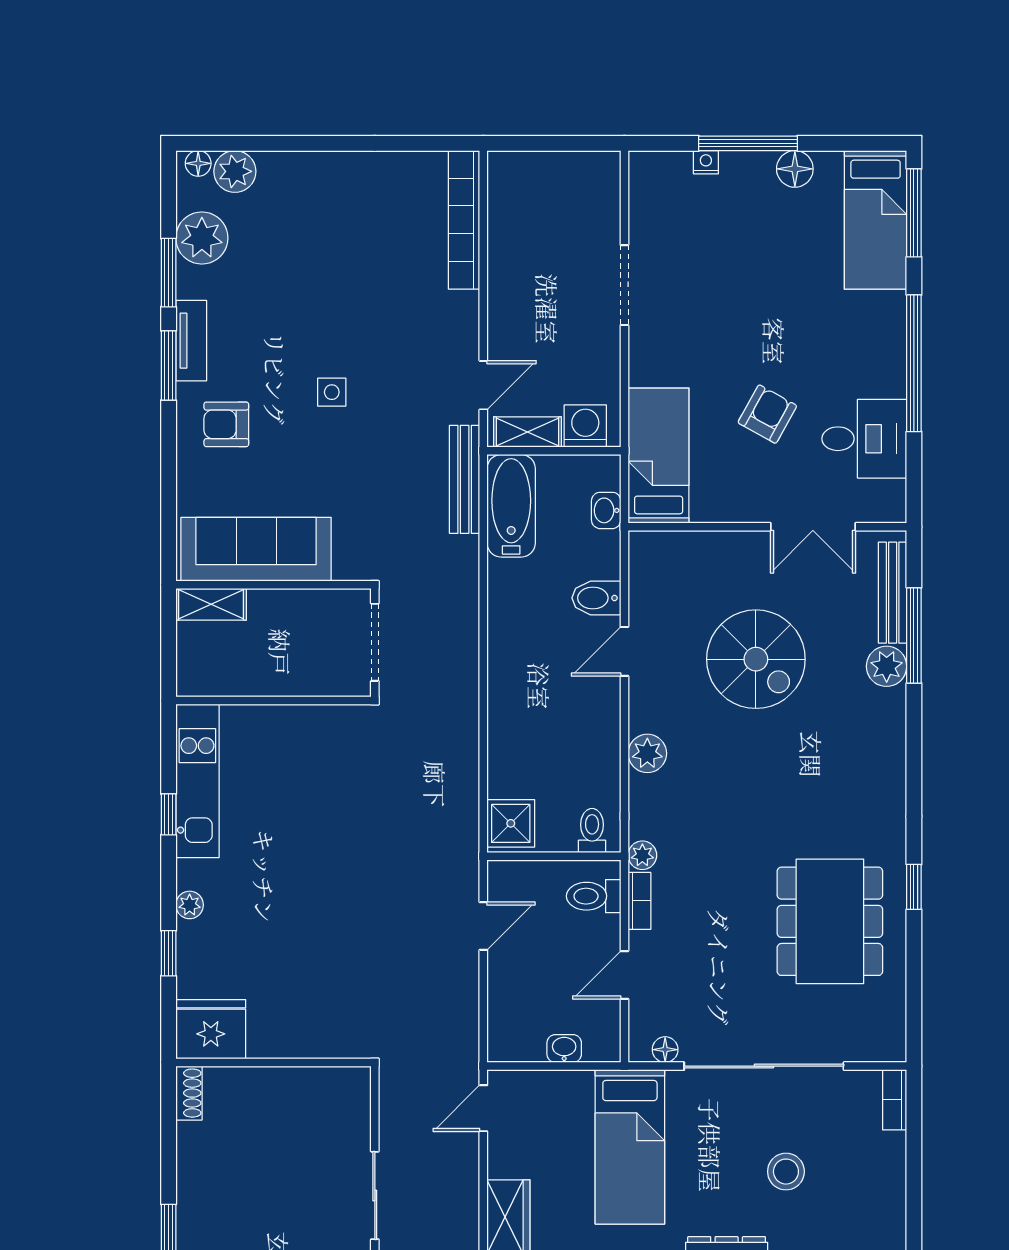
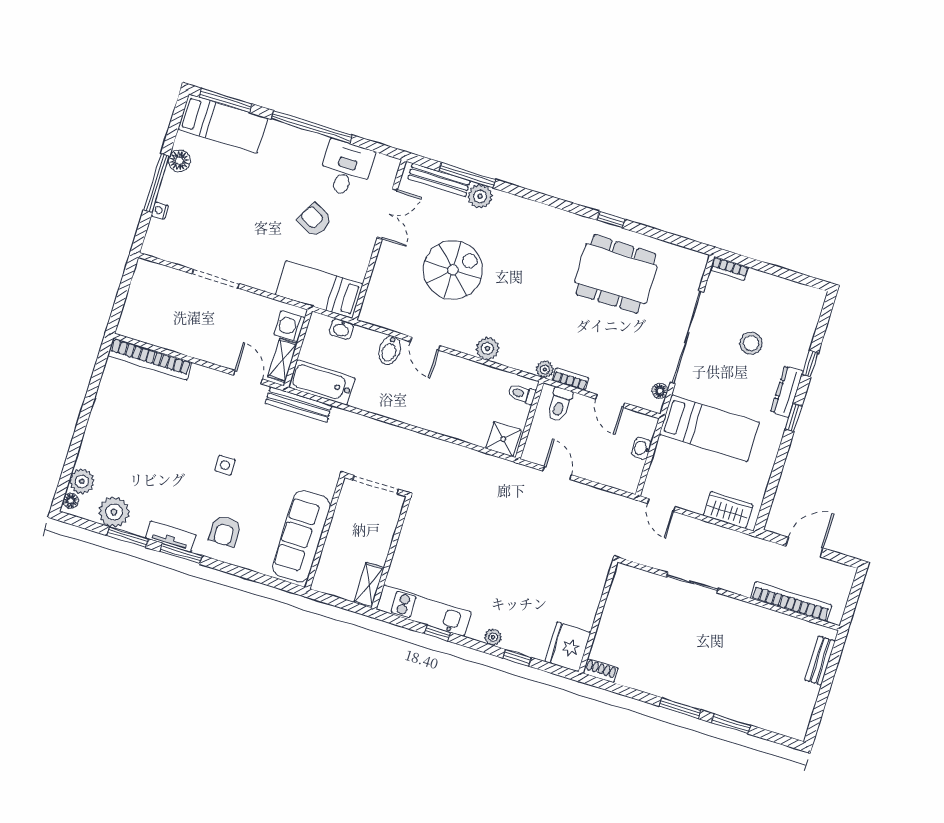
shelving: (211, 604) -> (369, 585), moved

